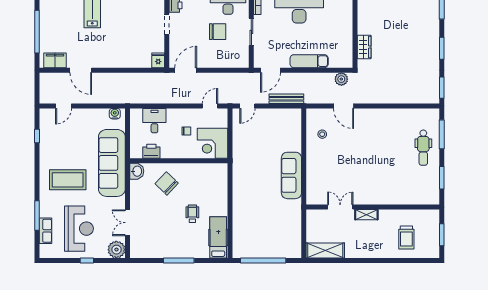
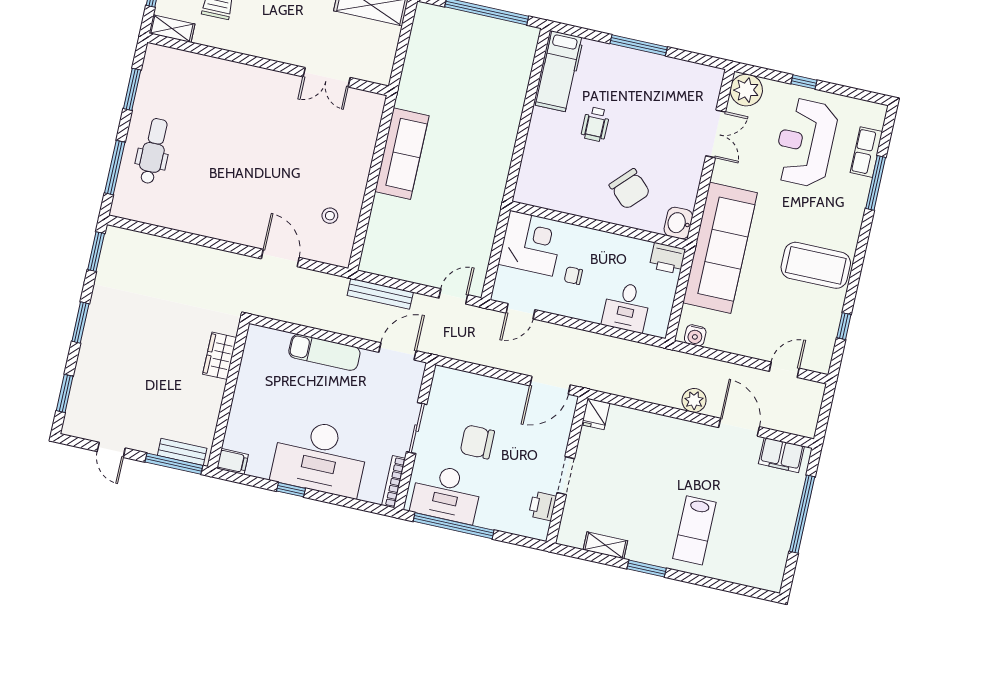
plant: (341, 79) -> (694, 400), moved
printer: (151, 151) -> (667, 258), moved
coffee table: (68, 180) -> (816, 265), moved
shelving: (366, 215) -> (172, 29), moved

